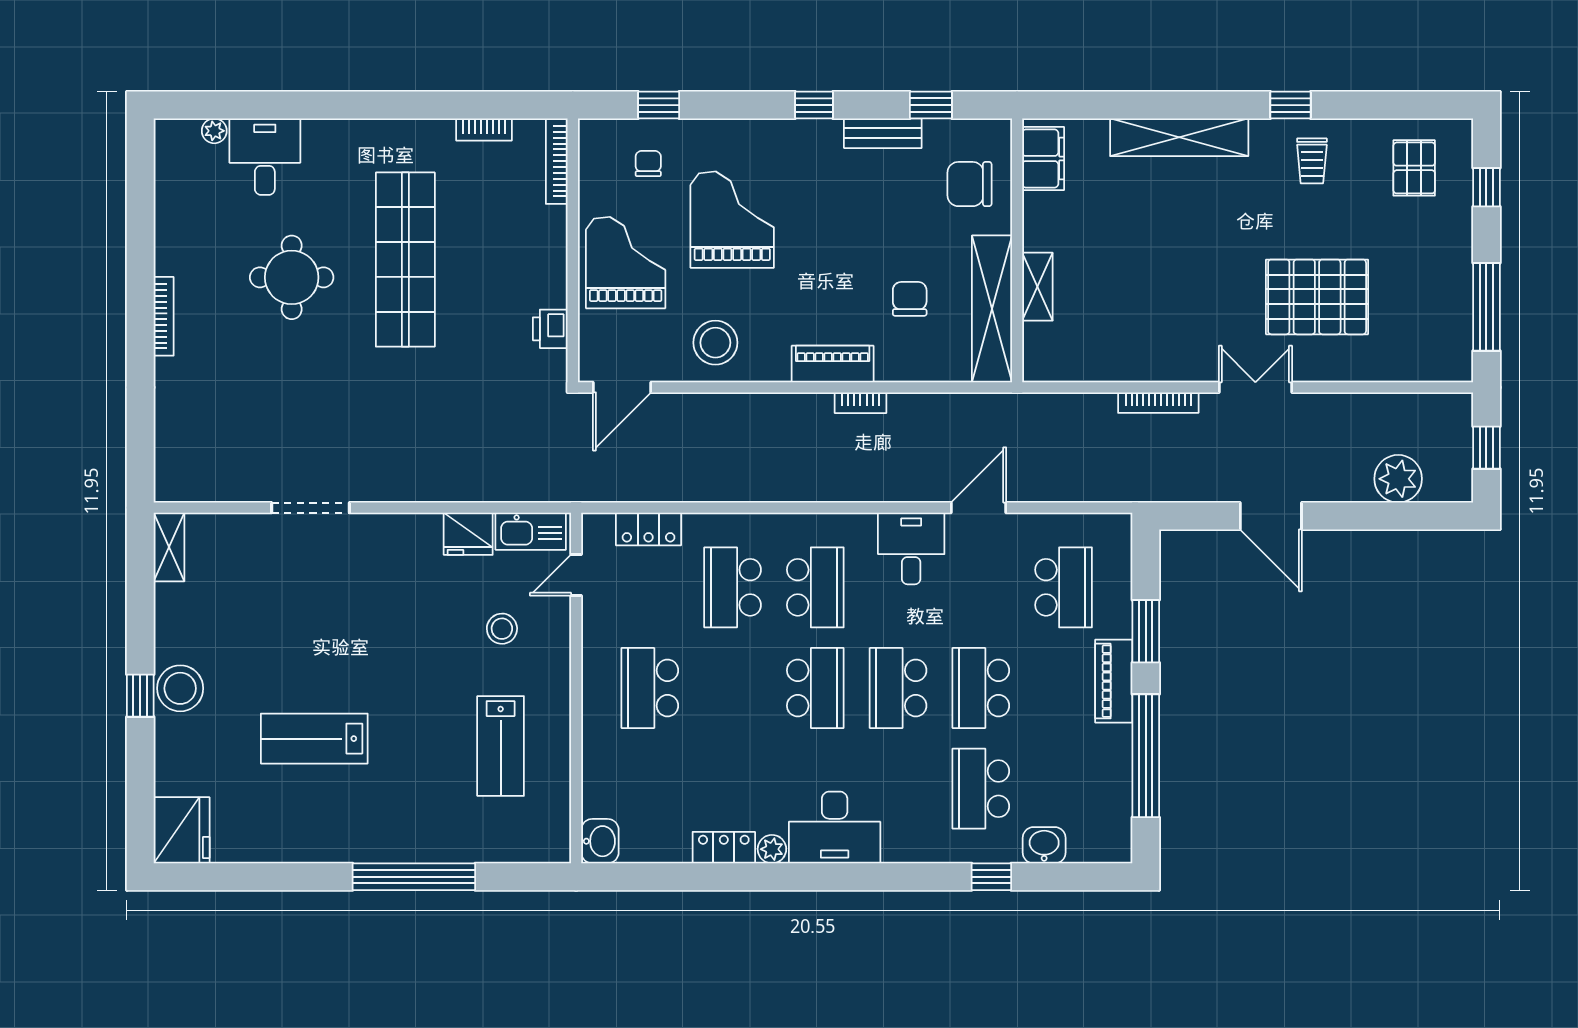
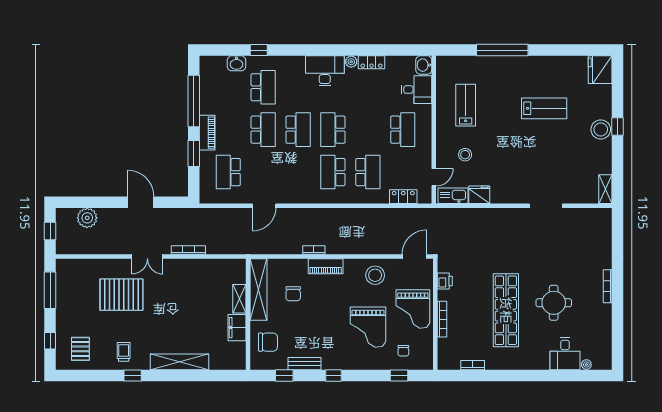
filing cabinet: (1043, 158) -> (237, 328), moved
bookcase: (557, 161) -> (442, 319), moved
desk: (911, 548) -> (417, 90), moved, turned -90

